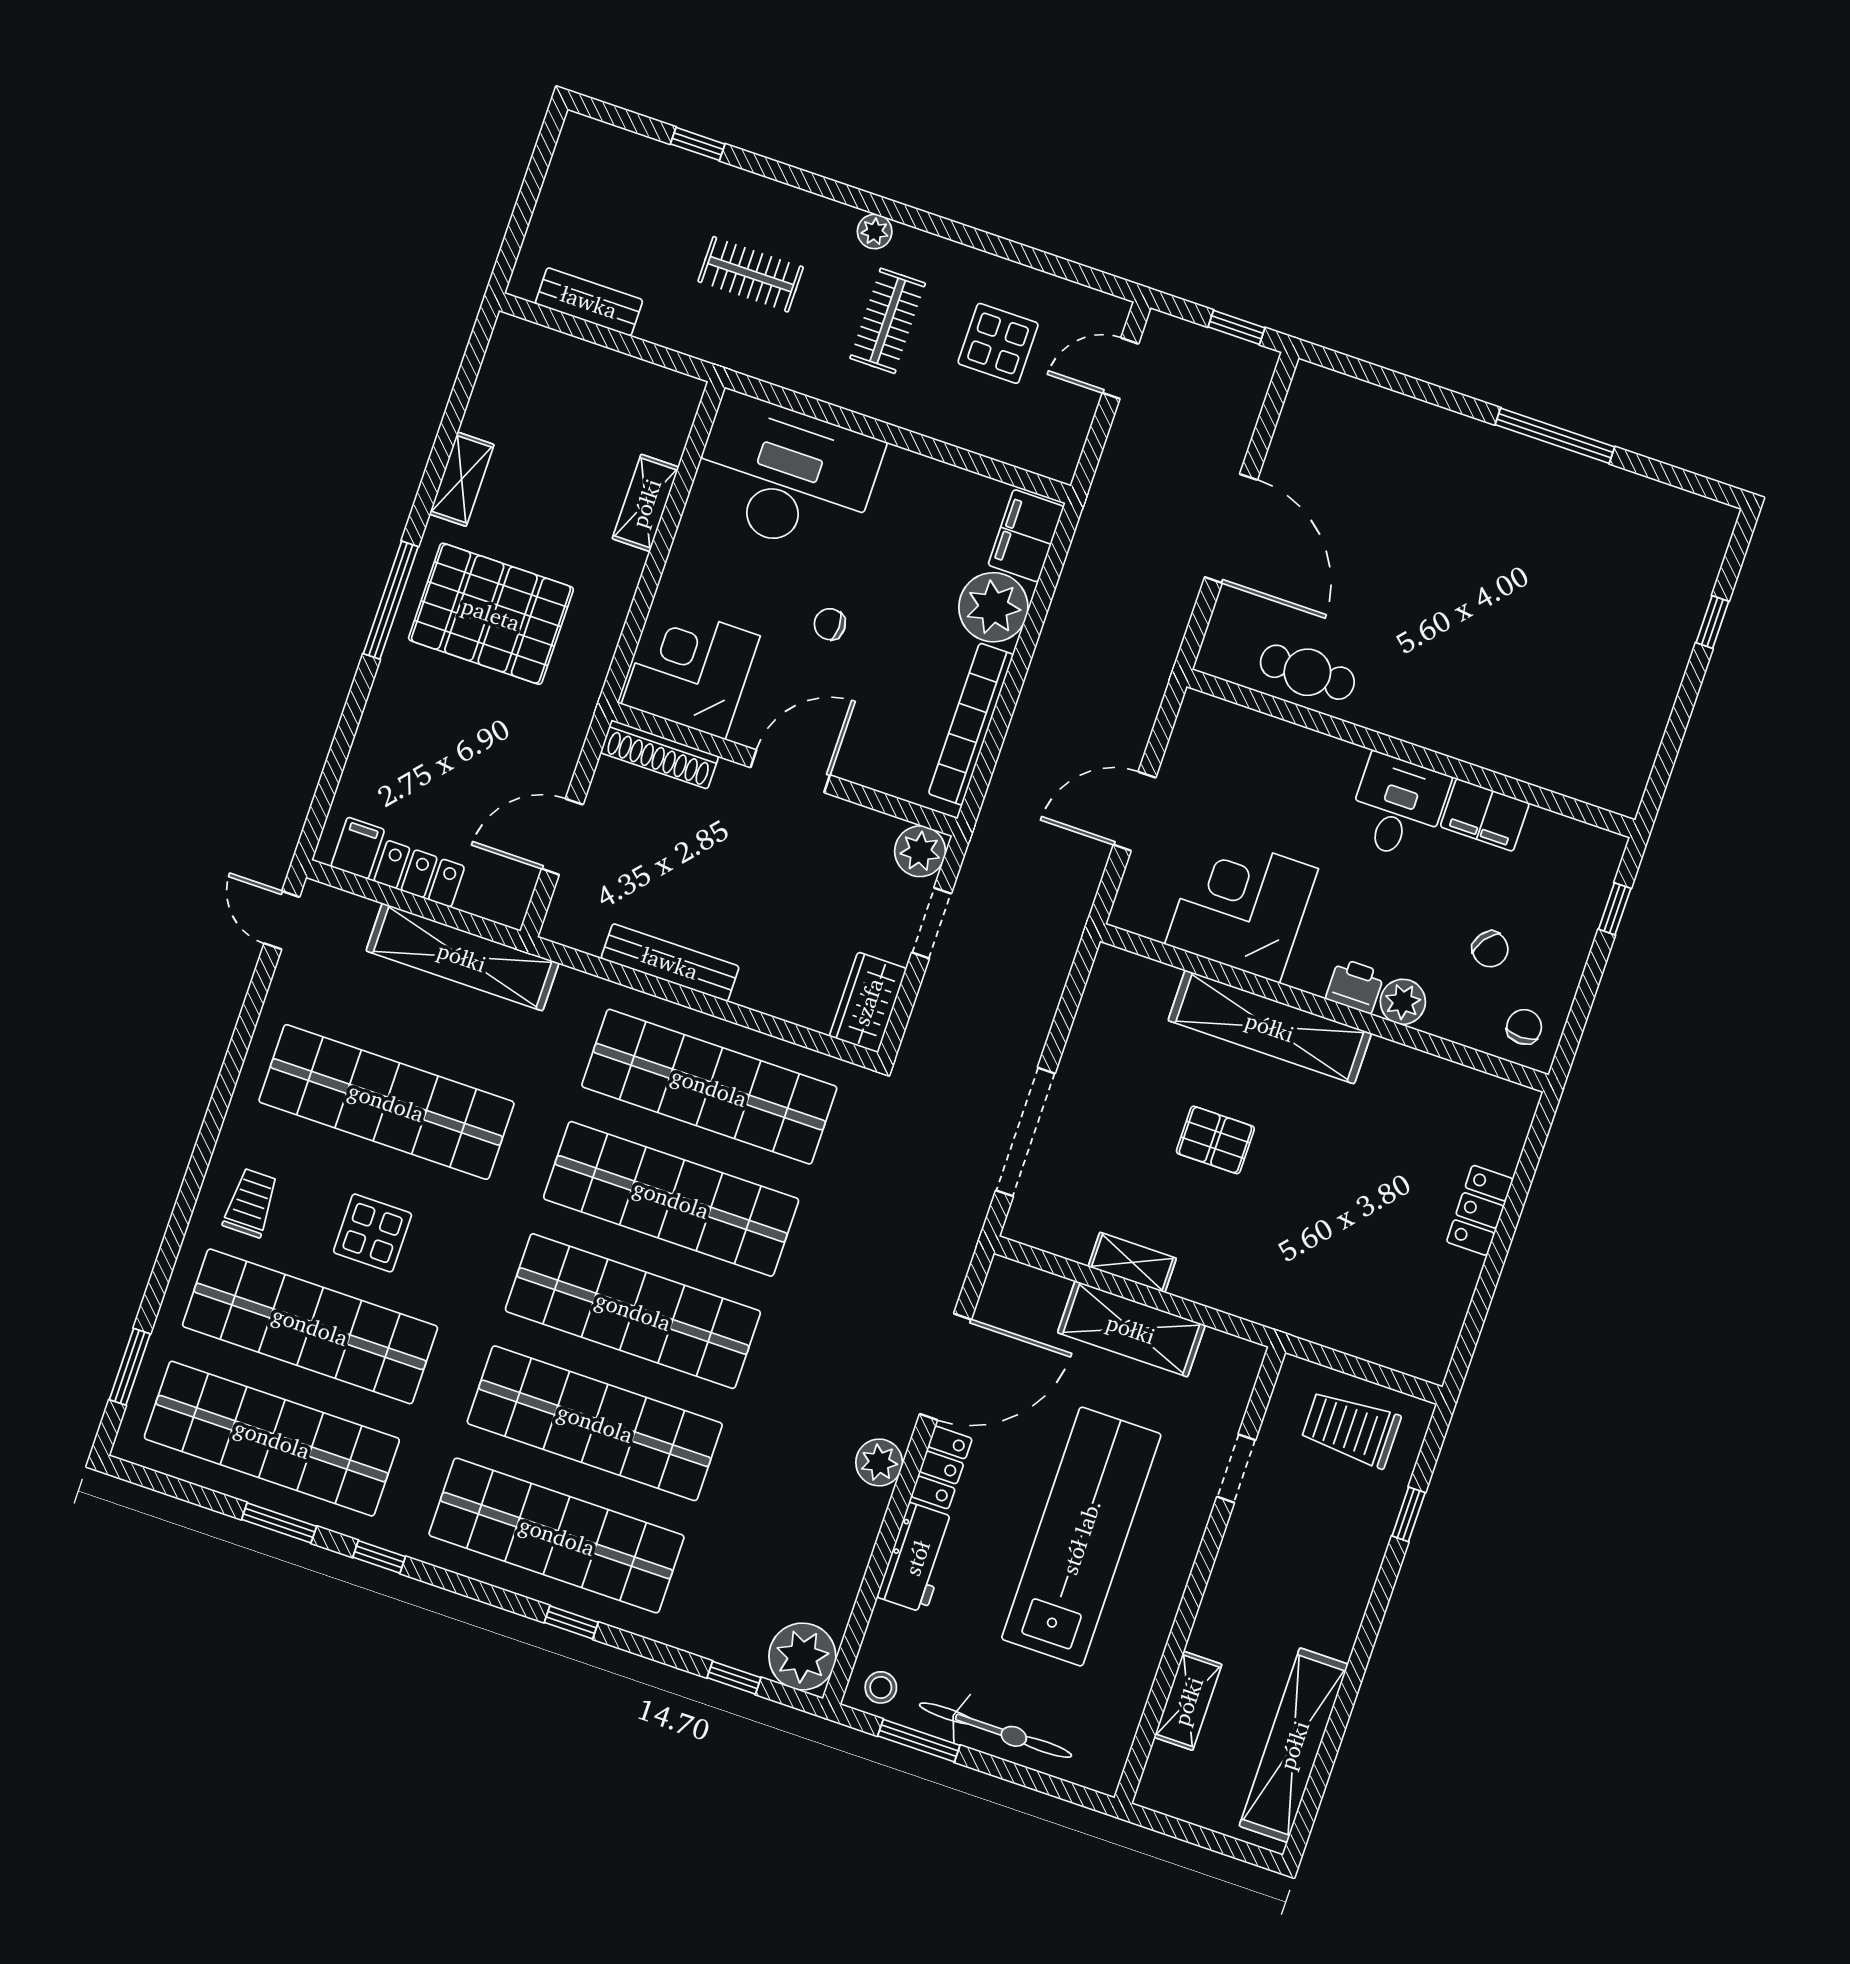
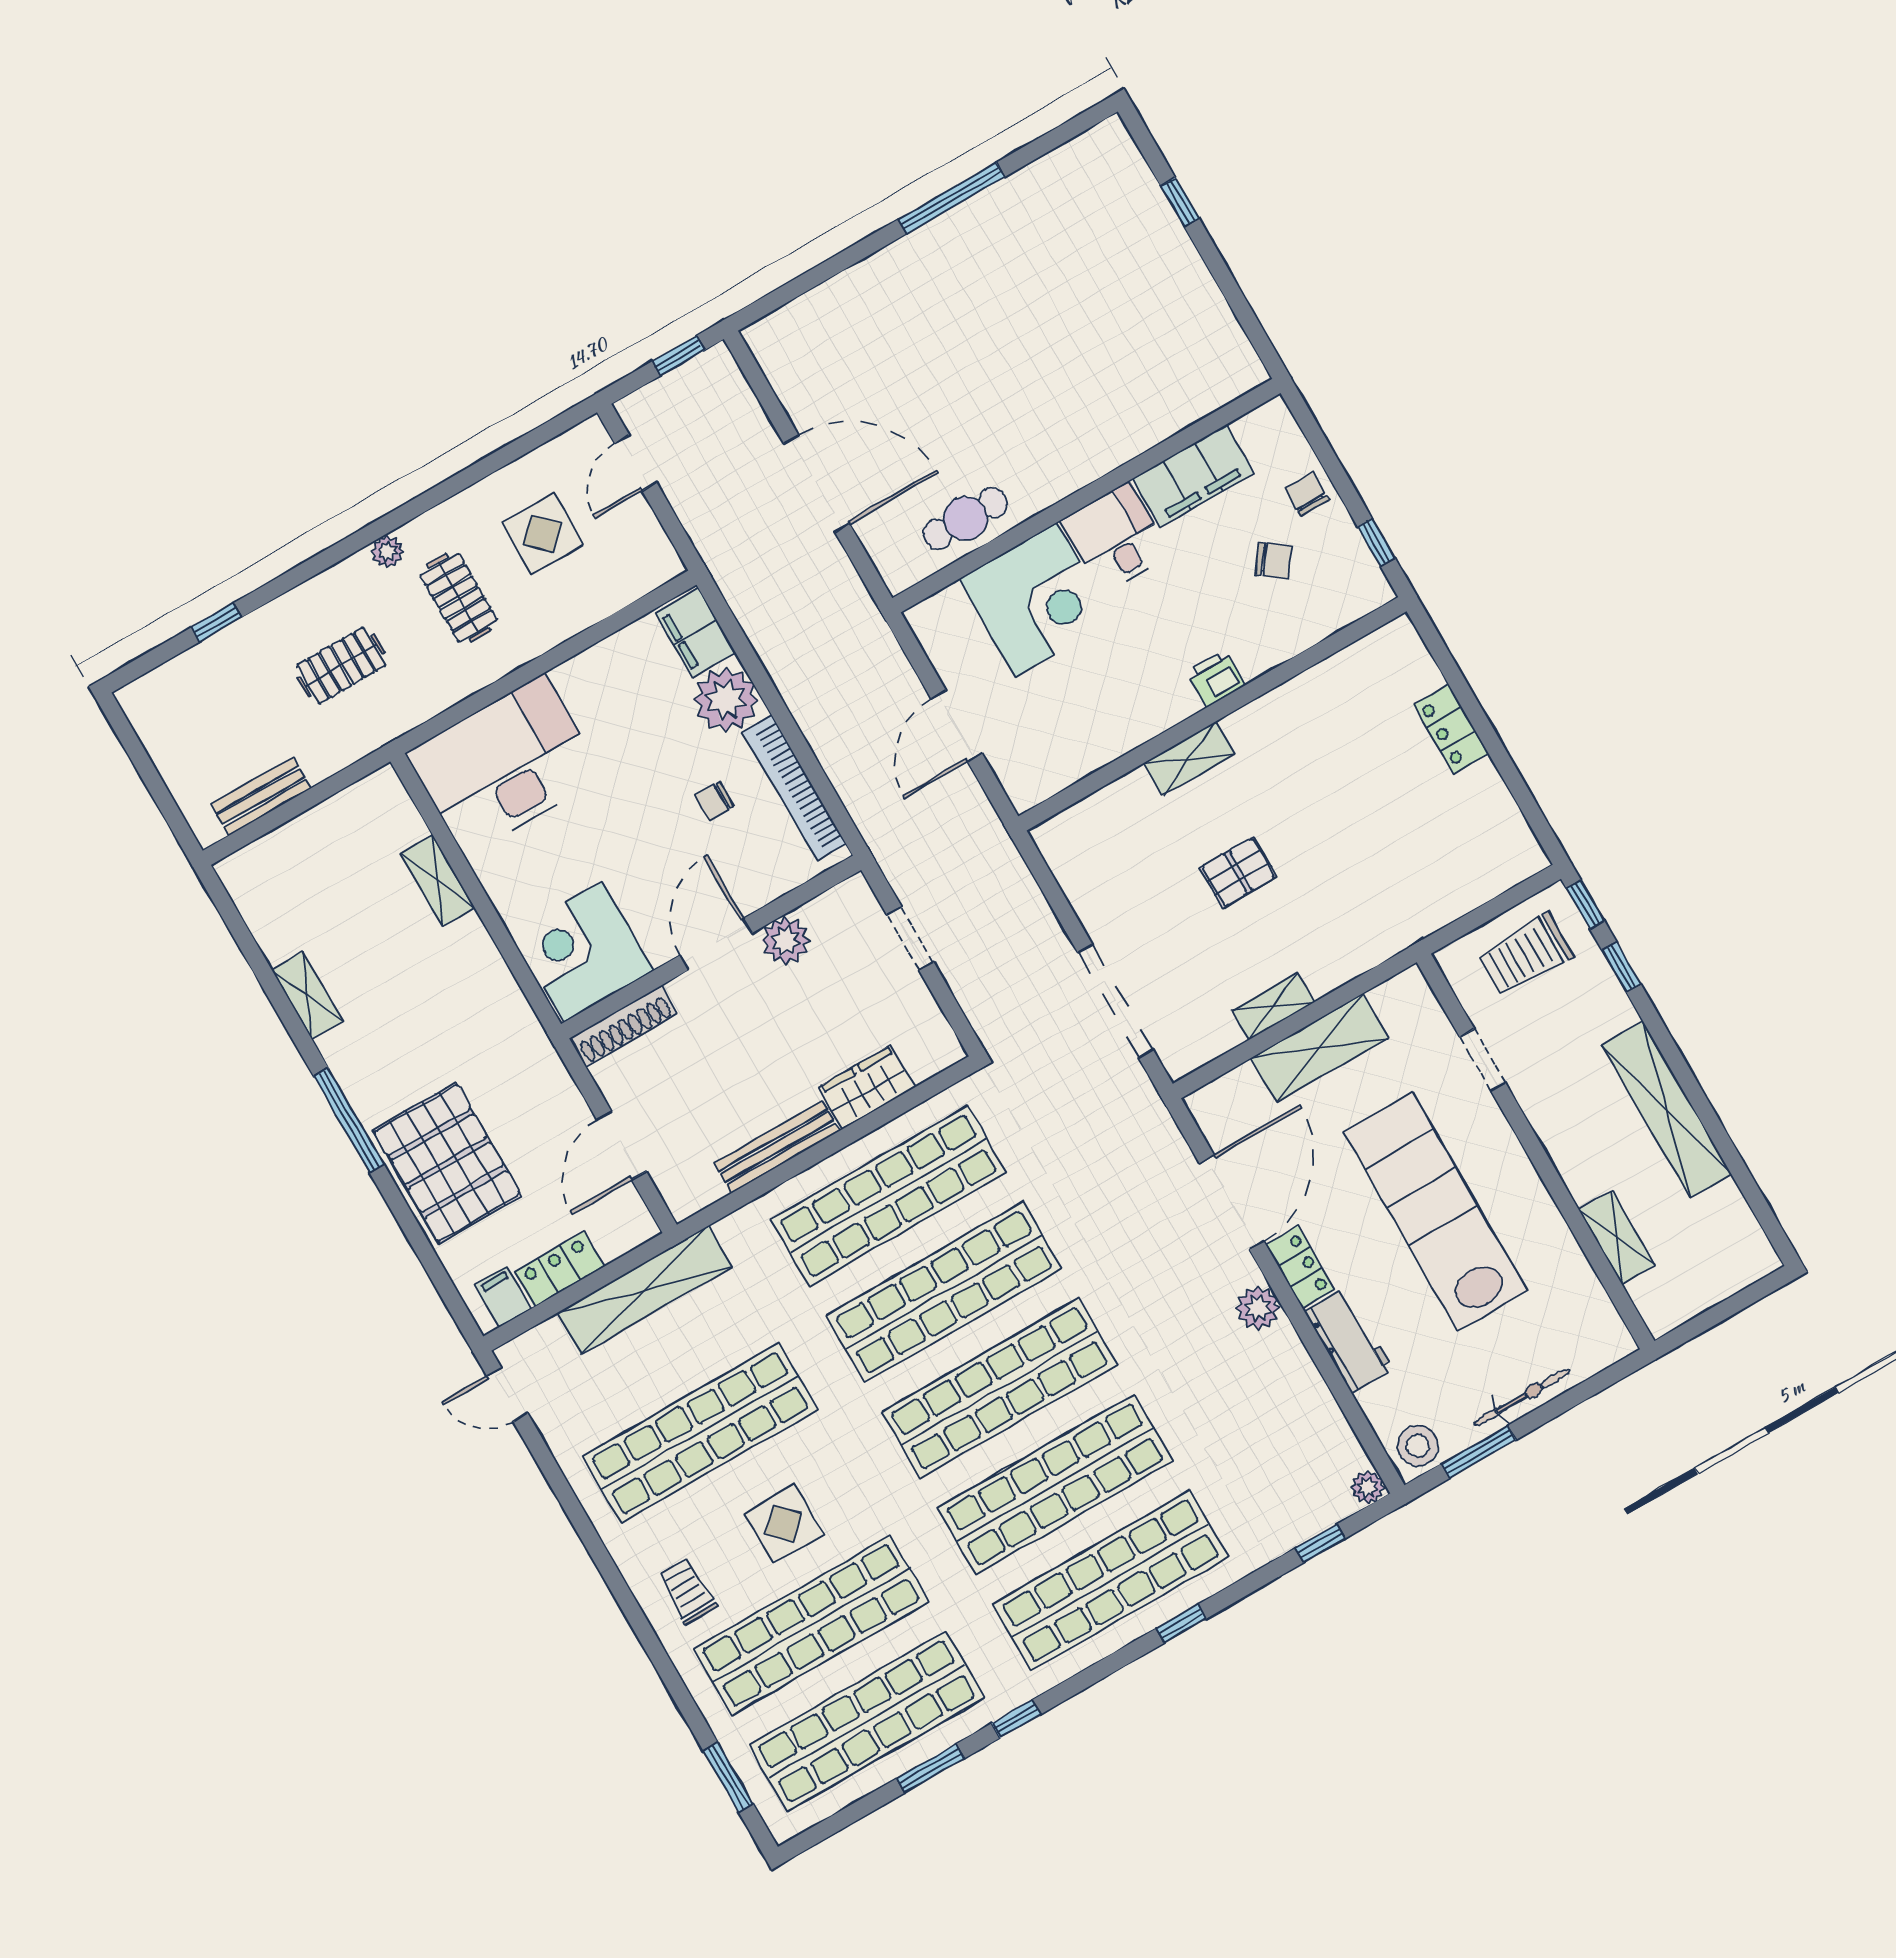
pallet: (491, 614) -> (447, 1163), moved, turned 90
chair: (830, 624) -> (715, 801), moved
filing cabinet: (1485, 815) -> (1193, 476), width x1.50, depth x1.17
plant: (920, 851) -> (786, 941), moved
corner desk: (1242, 906) -> (1036, 600), moved, turned 180
window: (1615, 909) -> (1376, 543), moved
wardrobe: (868, 1002) -> (867, 1087), moved, turned 90
plant: (1403, 1002) -> (1257, 655), removed
shelving: (1270, 1027) -> (1189, 759), width x0.45, depth x0.75
chair: (1524, 1027) -> (1307, 494), moved
window: (1433, 1442) -> (1585, 905), added
plant: (802, 1657) -> (1368, 1487), width x0.53, depth x0.53
stool: (881, 1687) -> (1418, 1446), width x1.37, depth x1.37
bicycle: (996, 1730) -> (1522, 1397), width x0.73, depth x0.71
shelving: (1294, 1745) -> (1667, 1110), moved

